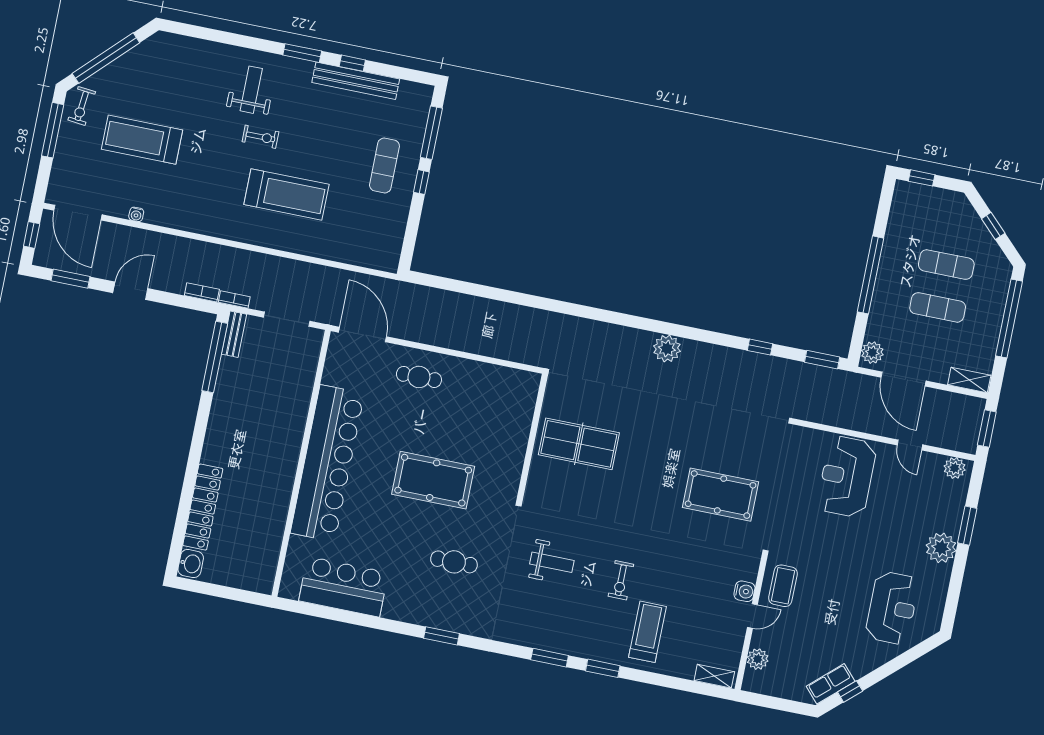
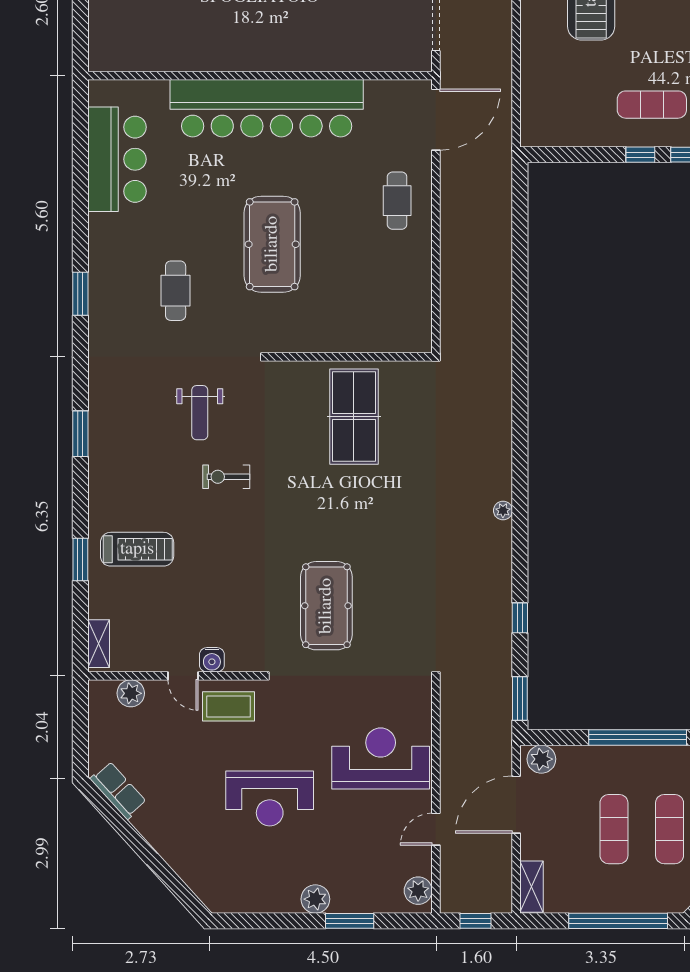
plant: (667, 349) -> (503, 511), width x0.53, depth x0.53
window: (987, 429) -> (475, 921), width x0.67
plant: (941, 548) -> (315, 899), width x0.73, depth x0.73
exercise bike: (621, 580) -> (226, 477), moved
reception desk: (892, 608) -> (270, 799), moved
window: (603, 668) -> (80, 560), moved
window: (850, 691) -> (114, 817), removed

